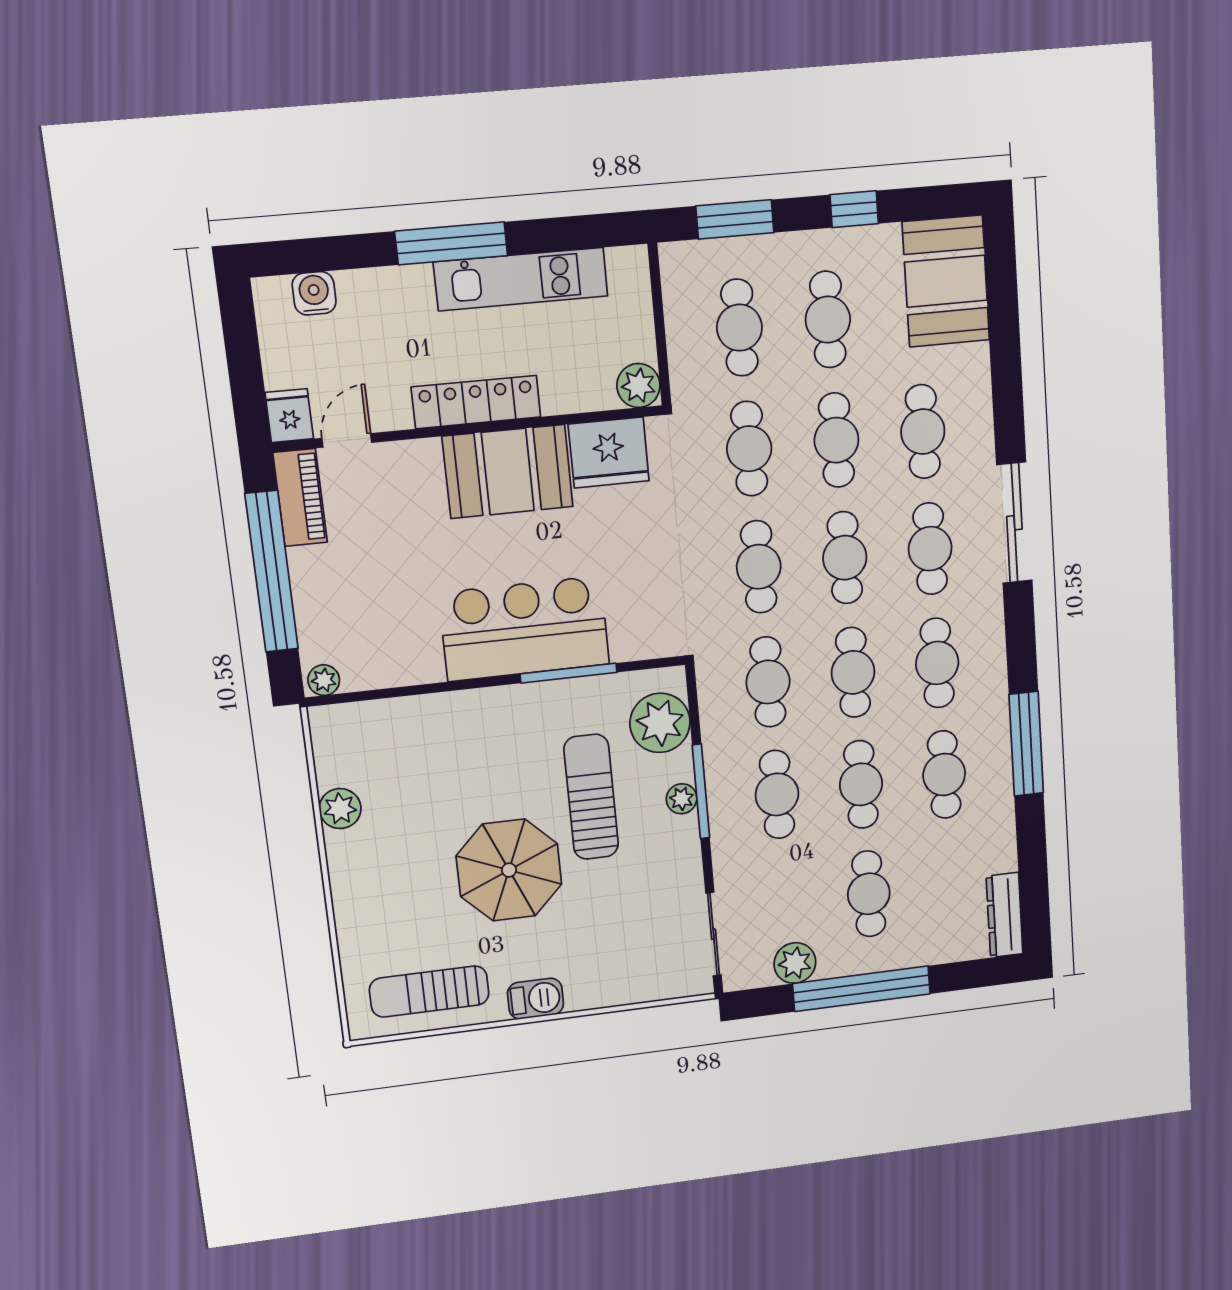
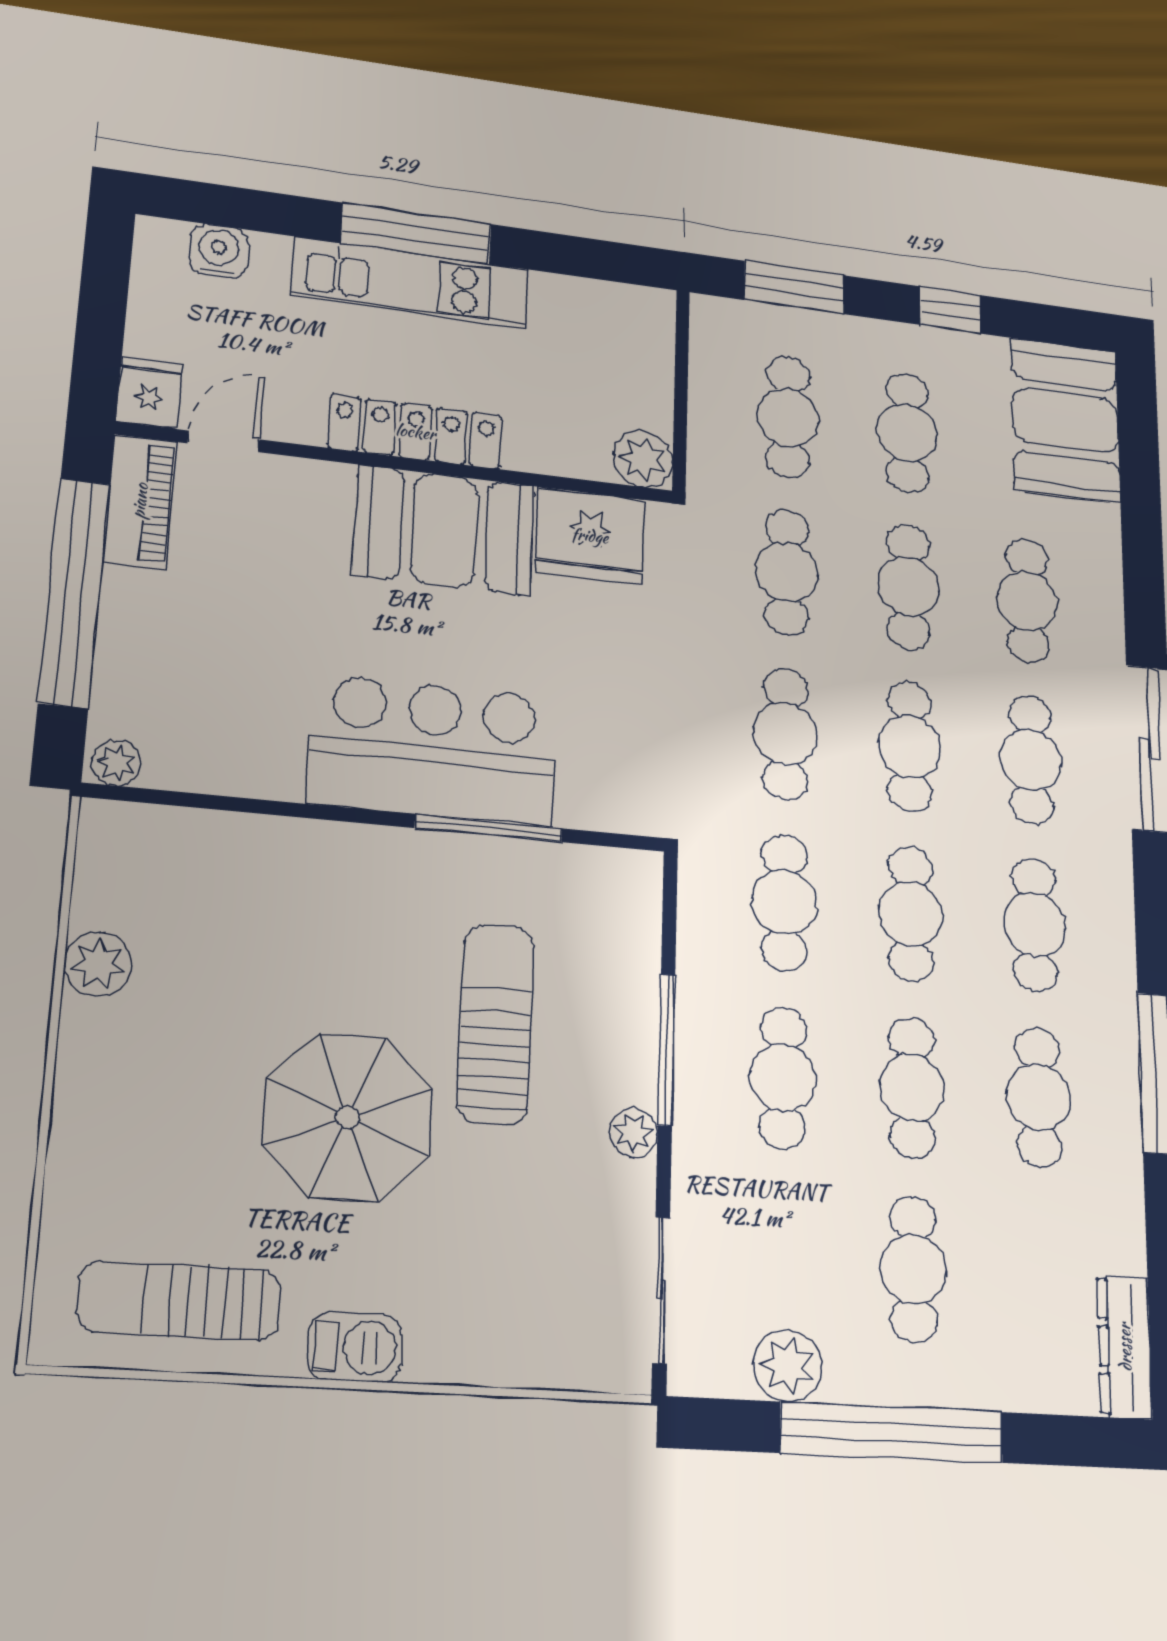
kitchen unit: (521, 279) -> (411, 283), moved
plant: (660, 723) -> (616, 931), removed
plant: (682, 799) -> (633, 1133), moved

